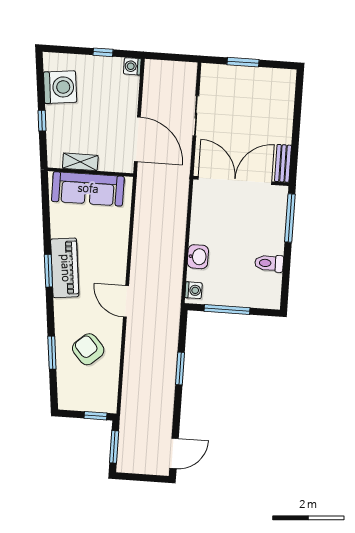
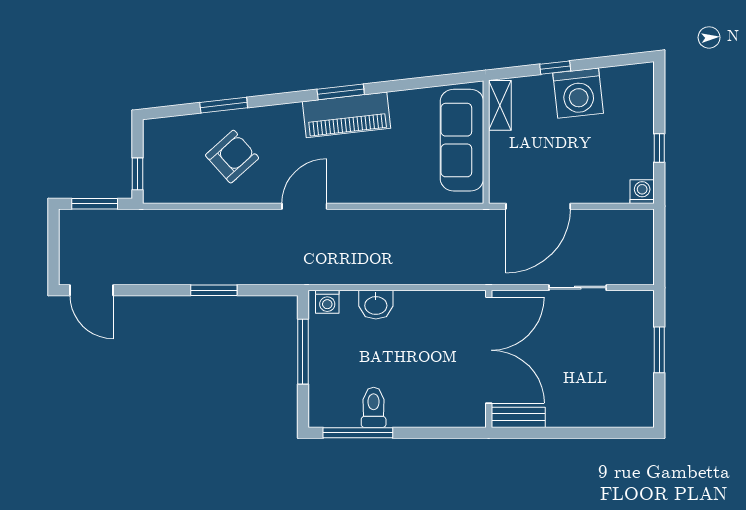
washing machine: (60, 87) -> (578, 93), moved
shelving: (80, 162) -> (500, 105), moved
window: (290, 218) -> (358, 433), moved

